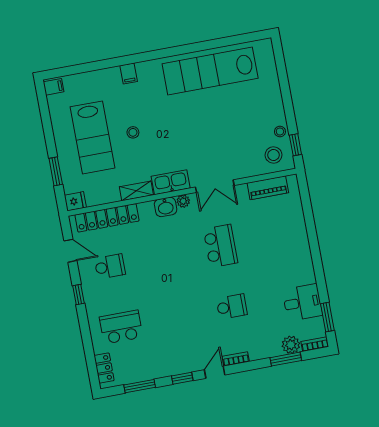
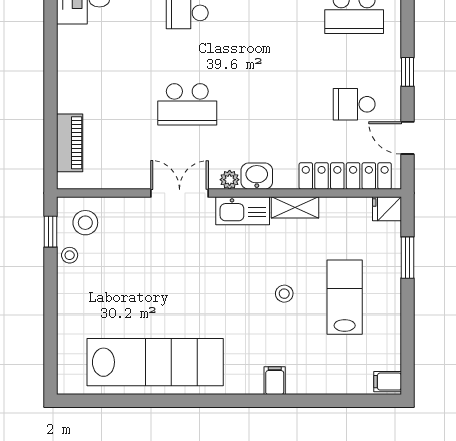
lab bench: (92, 137) -> (345, 297), width x0.73, depth x0.72
piano: (268, 188) -> (70, 143), moved, turned 90
school desk: (220, 246) -> (187, 104), turned -90

